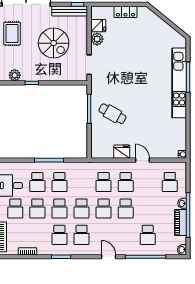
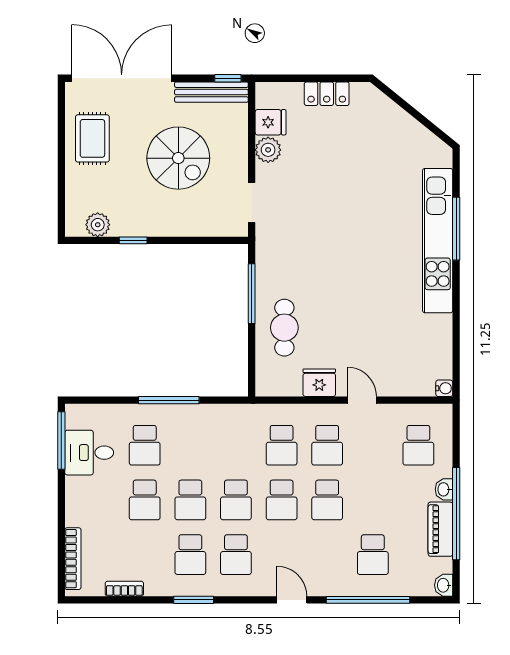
cafe table: (112, 114) -> (284, 328), moved, turned 61
school desk: (59, 182) -> (190, 445), removed
school desk: (15, 208) -> (99, 500), removed

